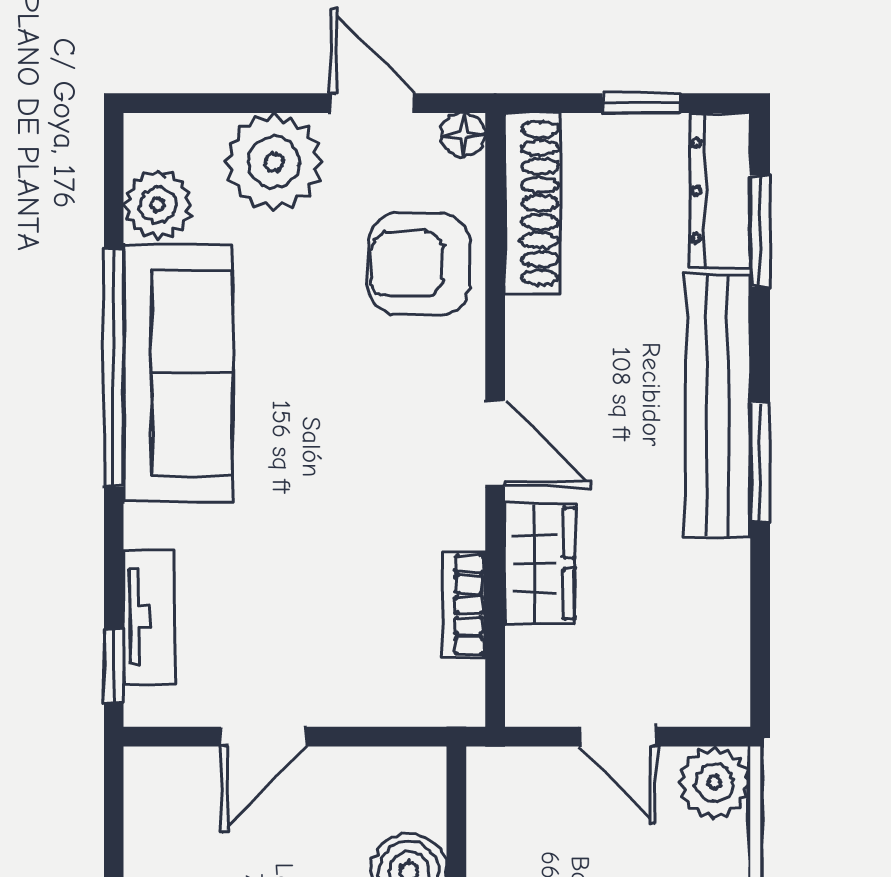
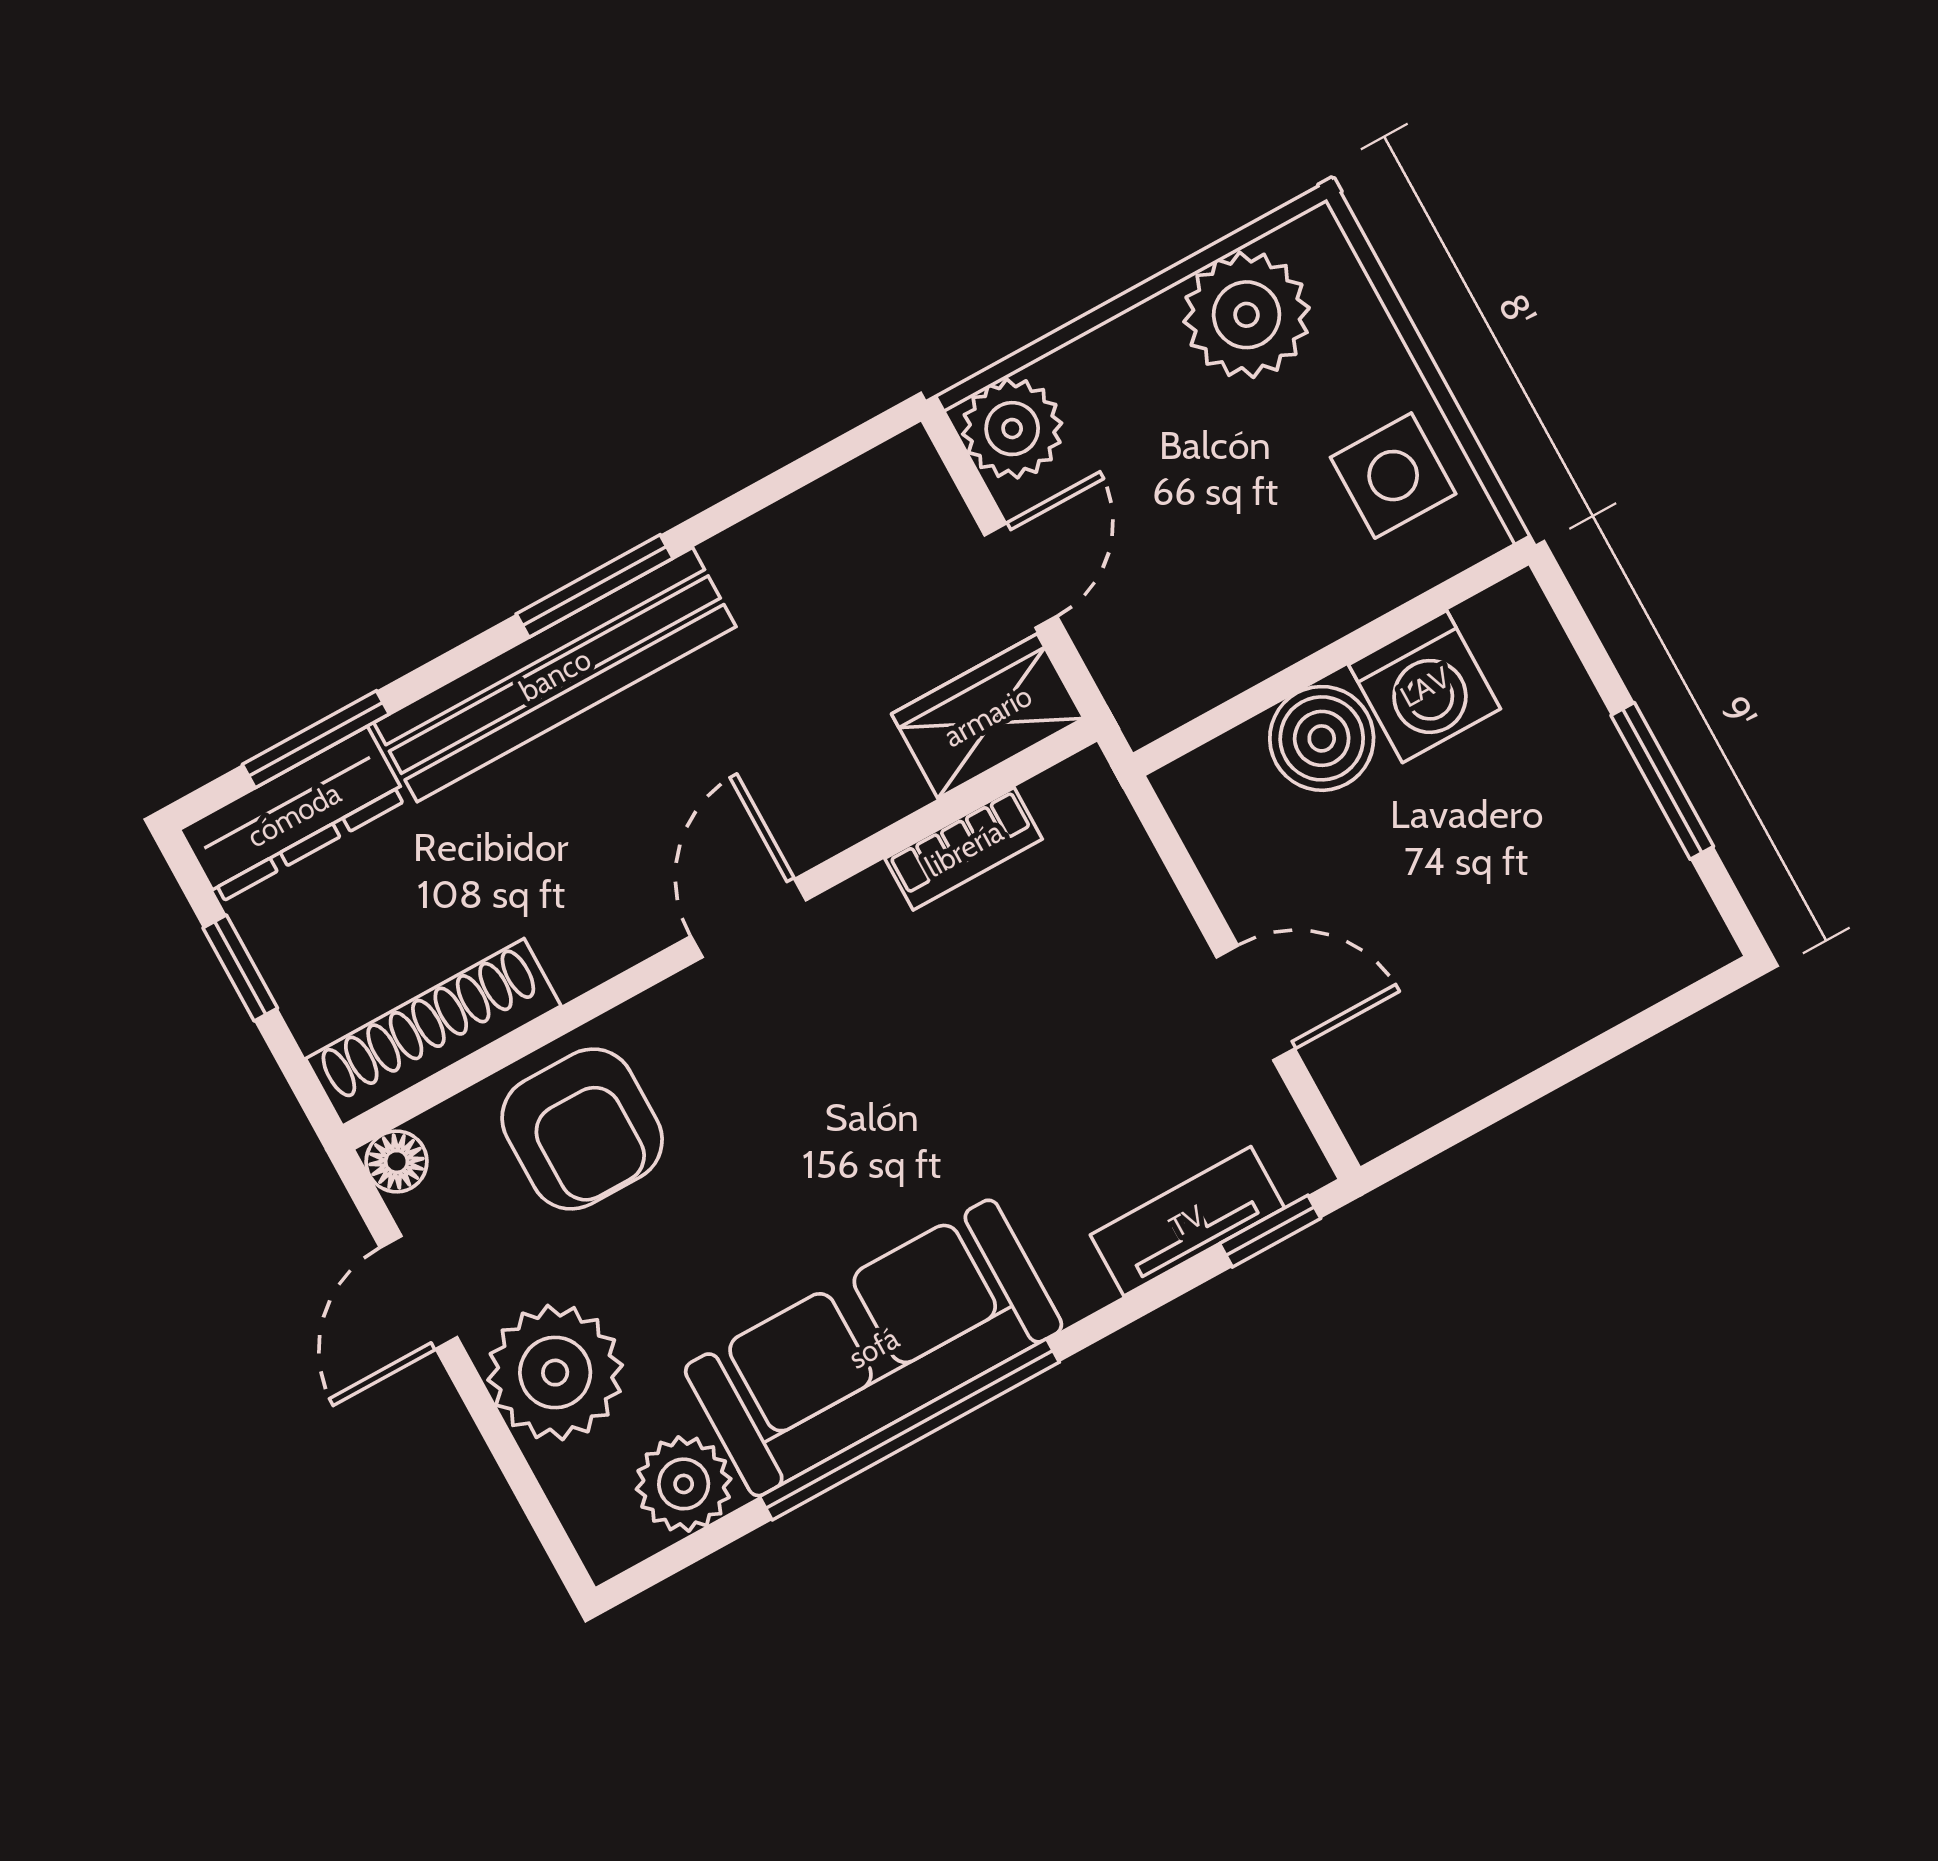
wardrobe: (540, 563) -> (988, 716), moved

